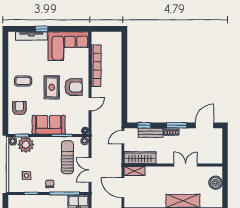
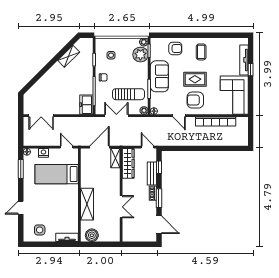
armchair: (74, 87) -> (195, 100), turned 90
boiler: (216, 183) -> (92, 235), moved

